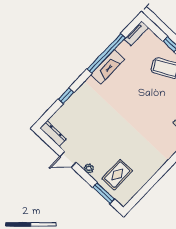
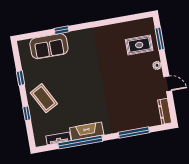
tv unit: (136, 33) -> (58, 138), moved
window: (66, 96) -> (134, 133), width x2.17

